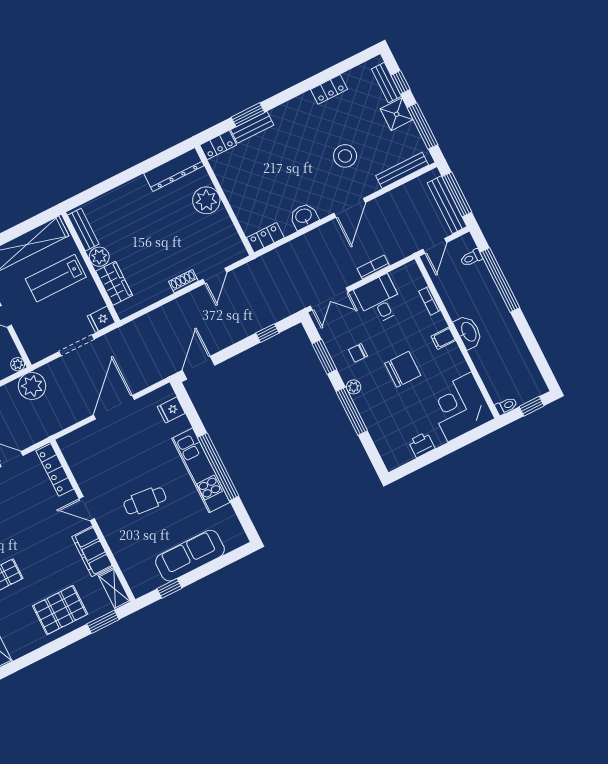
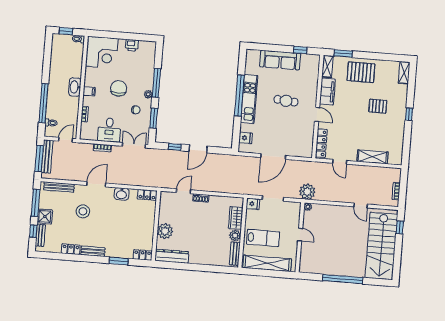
bench: (252, 127) -> (93, 251), moved
door: (198, 368) -> (198, 149), moved
chair: (403, 369) -> (119, 88), turned 90

